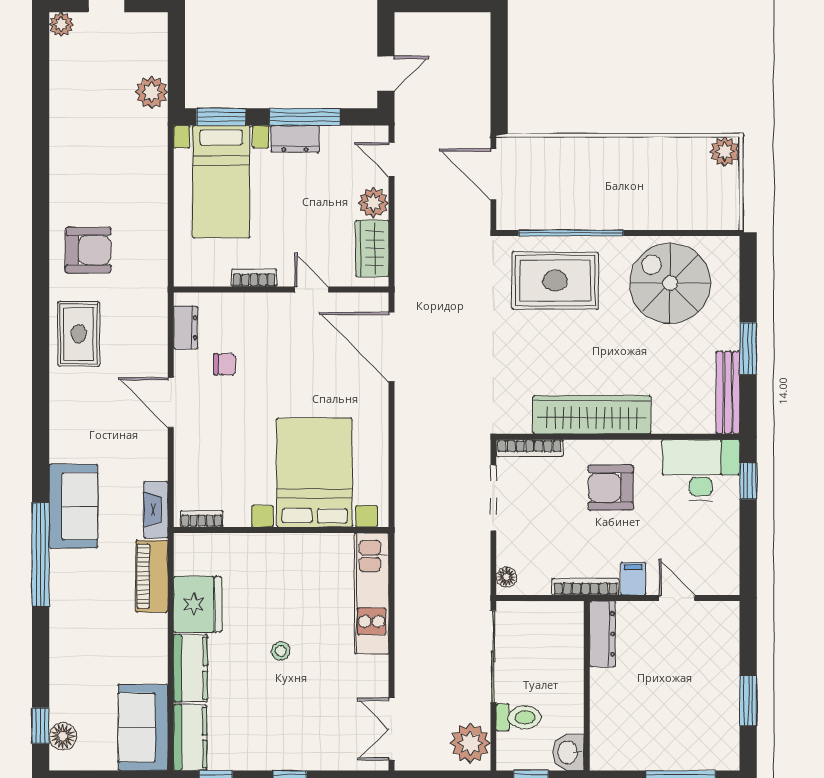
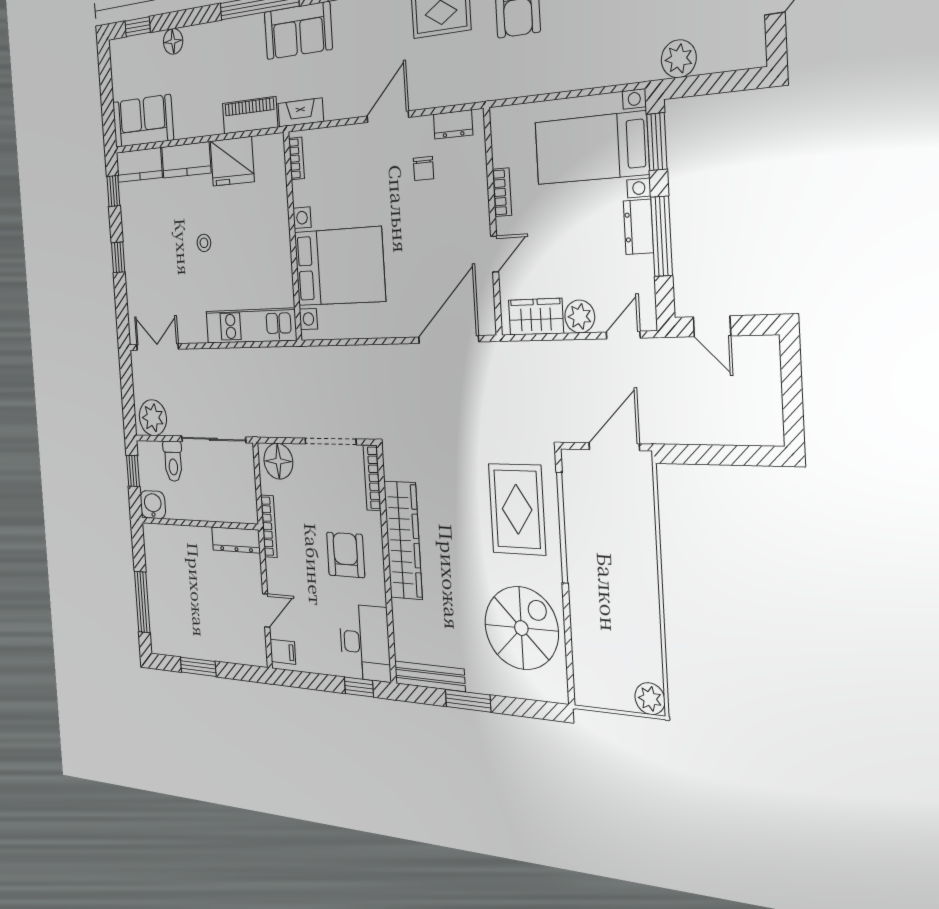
floor lamp: (506, 577) -> (278, 461), width x1.89, depth x1.89
filing cabinet: (633, 579) -> (283, 652), moved
floor lamp: (63, 736) -> (173, 41), moved

